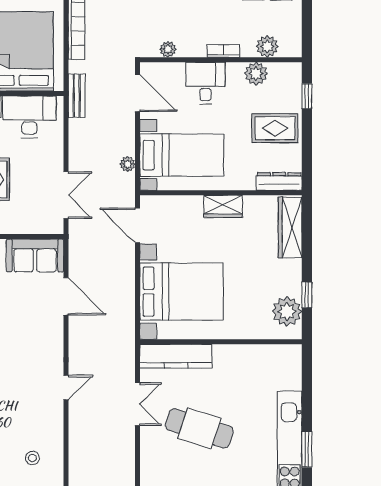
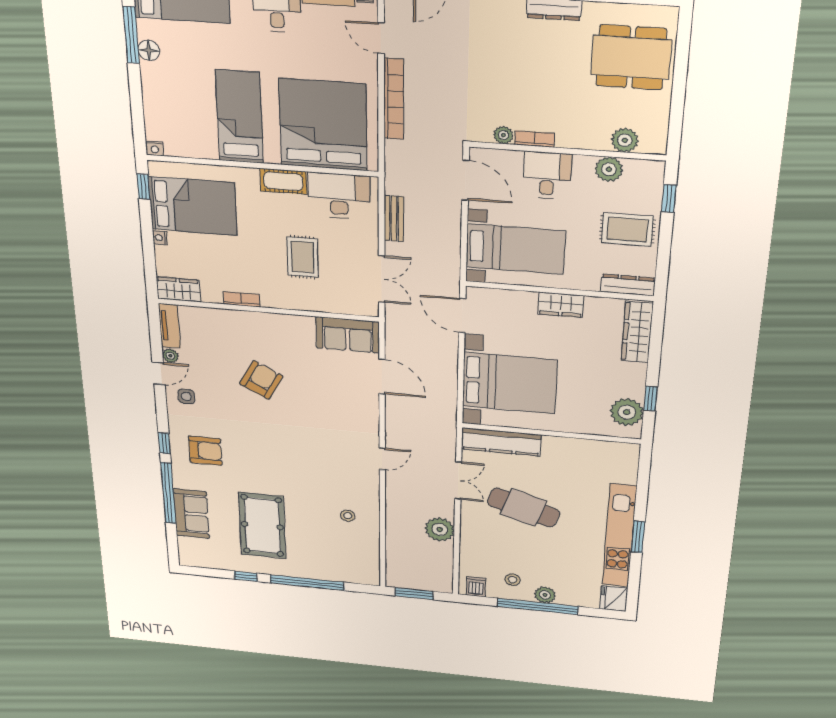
bookcase: (223, 51) -> (535, 139), moved
bench: (77, 96) -> (394, 219), moved
plant: (128, 164) -> (440, 529), moved, width x1.87, depth x1.87

